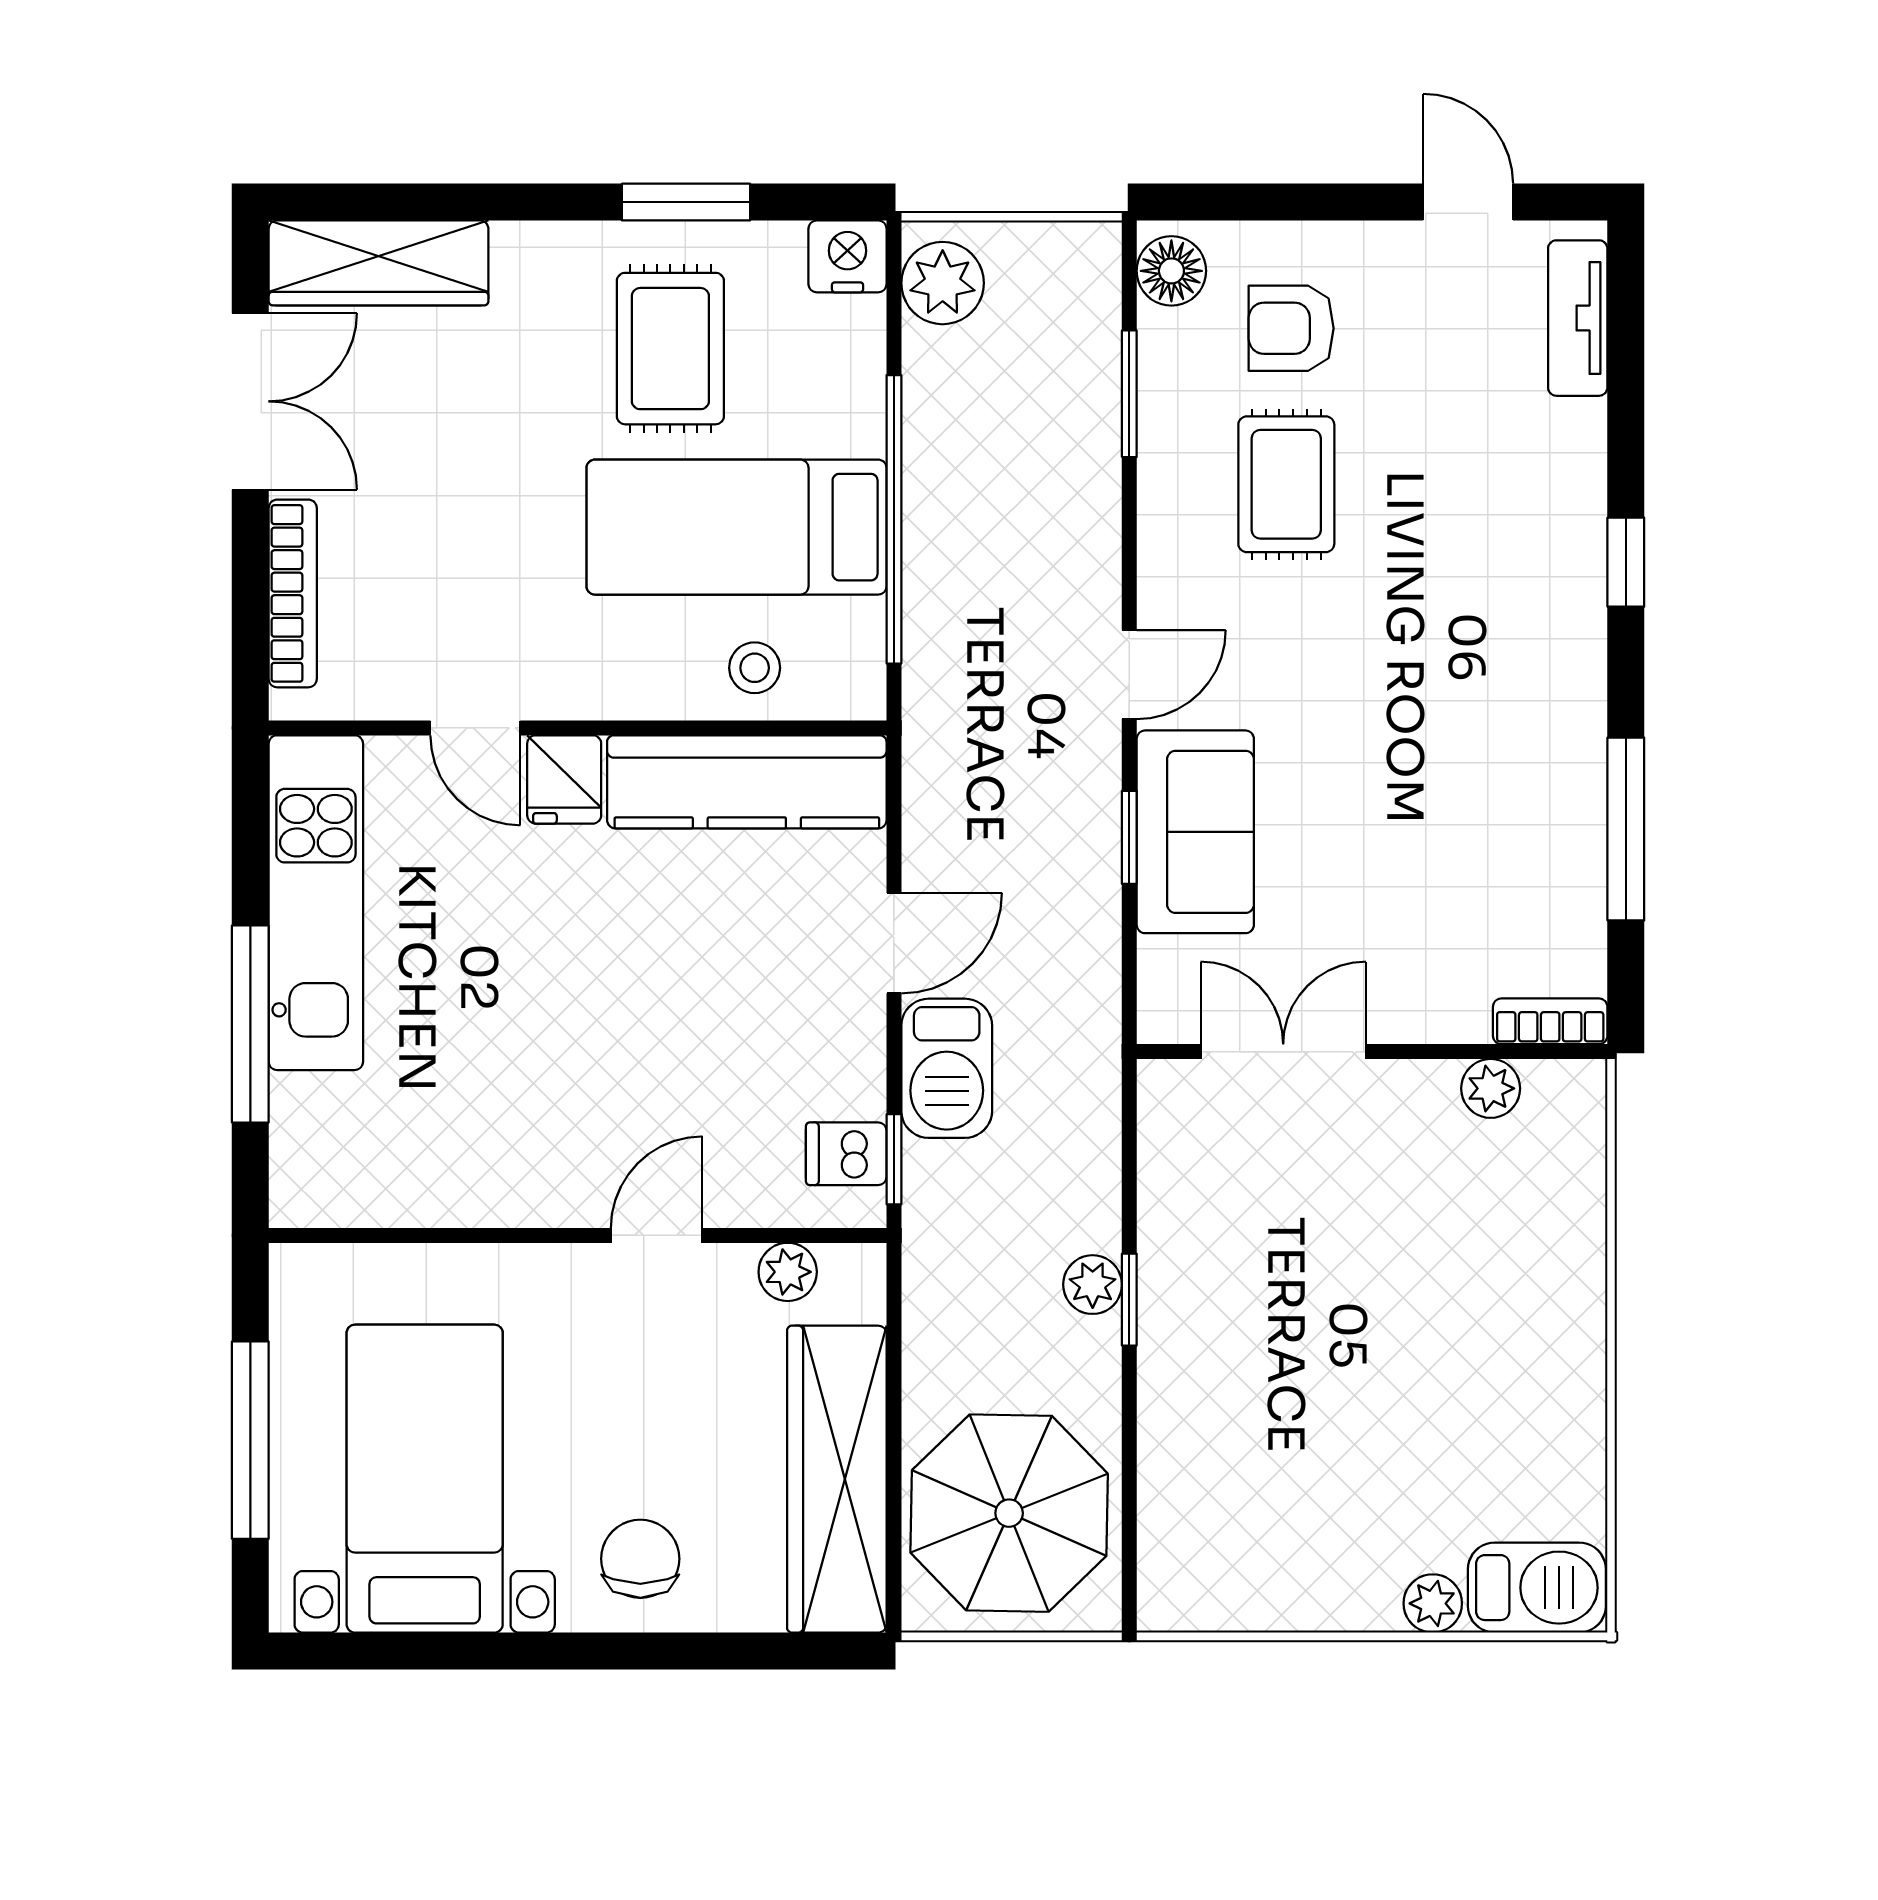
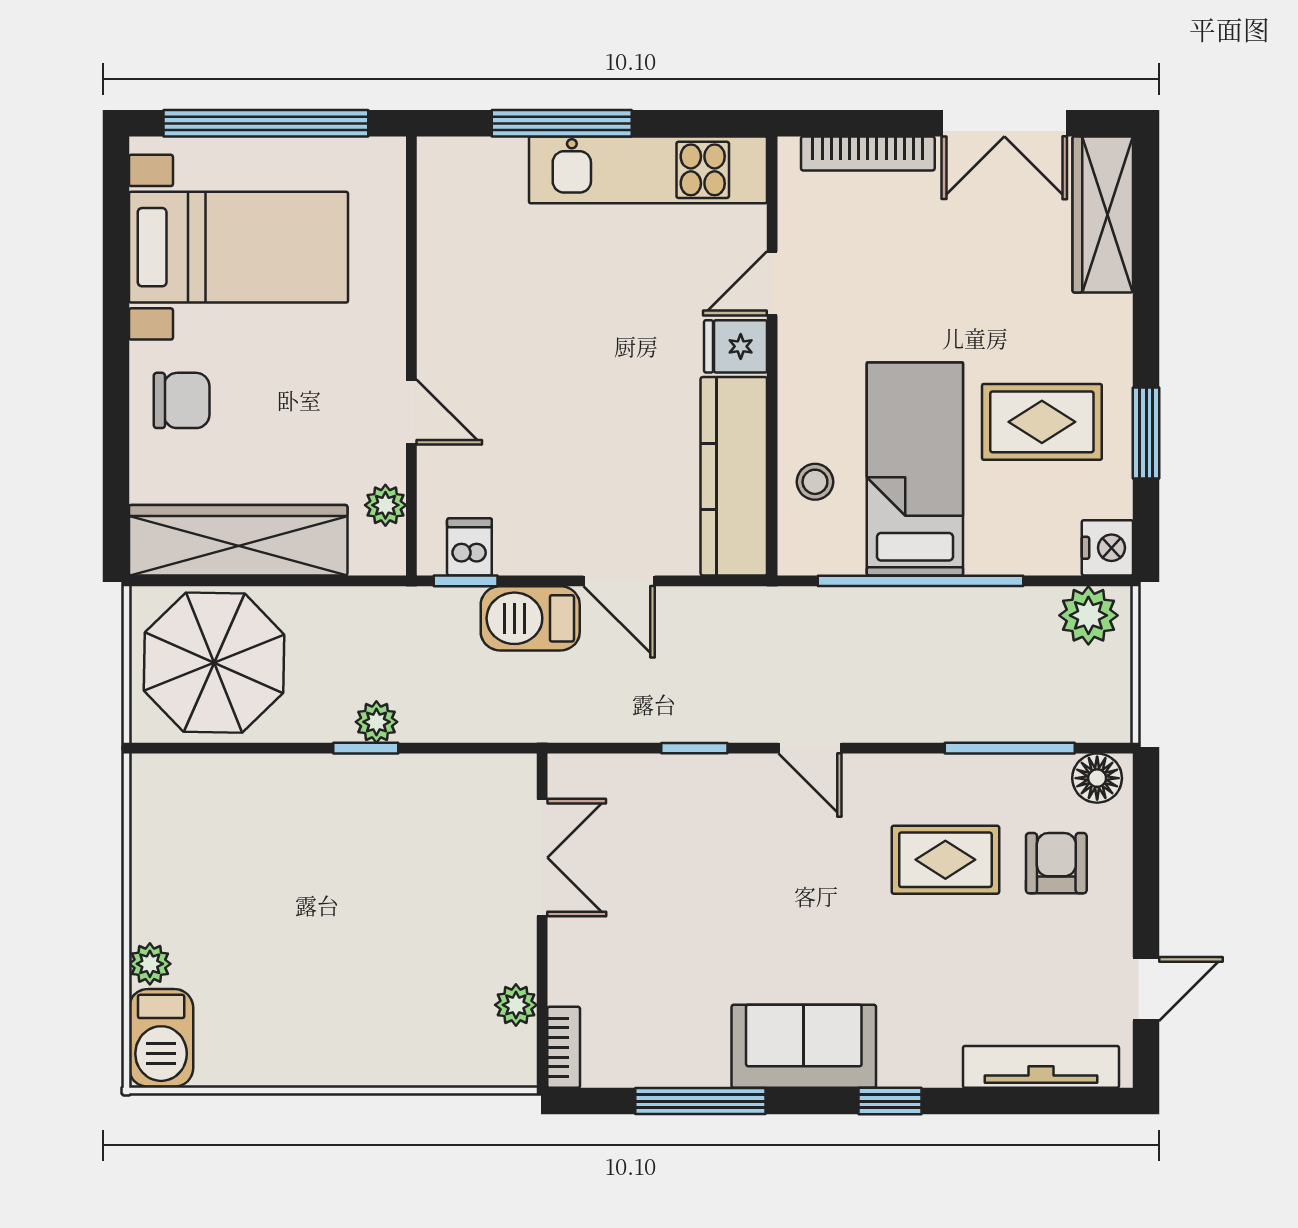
tv unit: (1578, 318) -> (1041, 1067), width x1.41
window: (1129, 394) -> (1010, 748), width x1.44
sofa: (1195, 832) -> (804, 1046), moved, turned 180
window: (250, 1440) -> (266, 123), width x1.46

